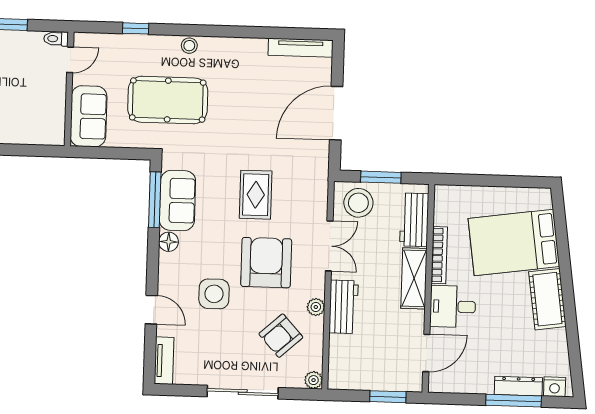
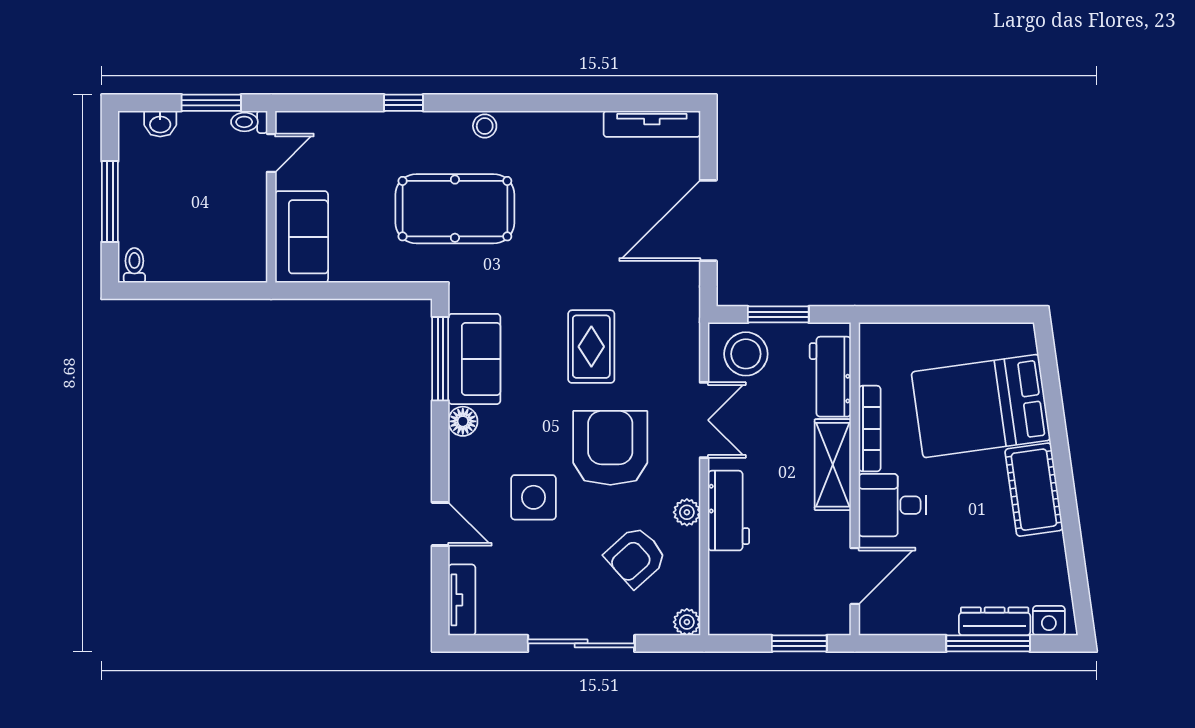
toilet: (56, 39) -> (249, 122), moved
door: (70, 60) -> (271, 153), moved
wall: (69, 89) -> (271, 197), moved
sofa: (89, 116) -> (302, 237), moved

